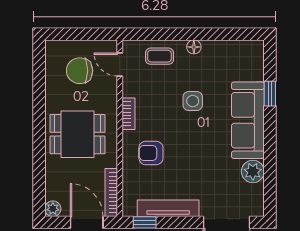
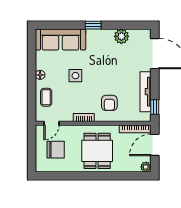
chair: (80, 71) -> (56, 150), turned -90
window: (270, 94) -> (93, 25), moved
sofa: (248, 120) -> (61, 40), moved

